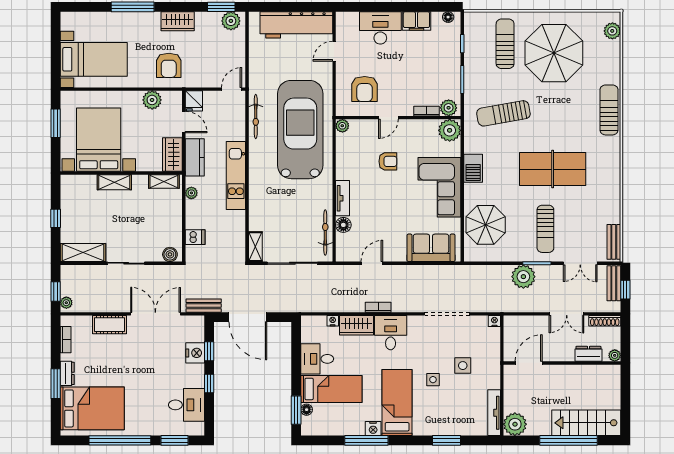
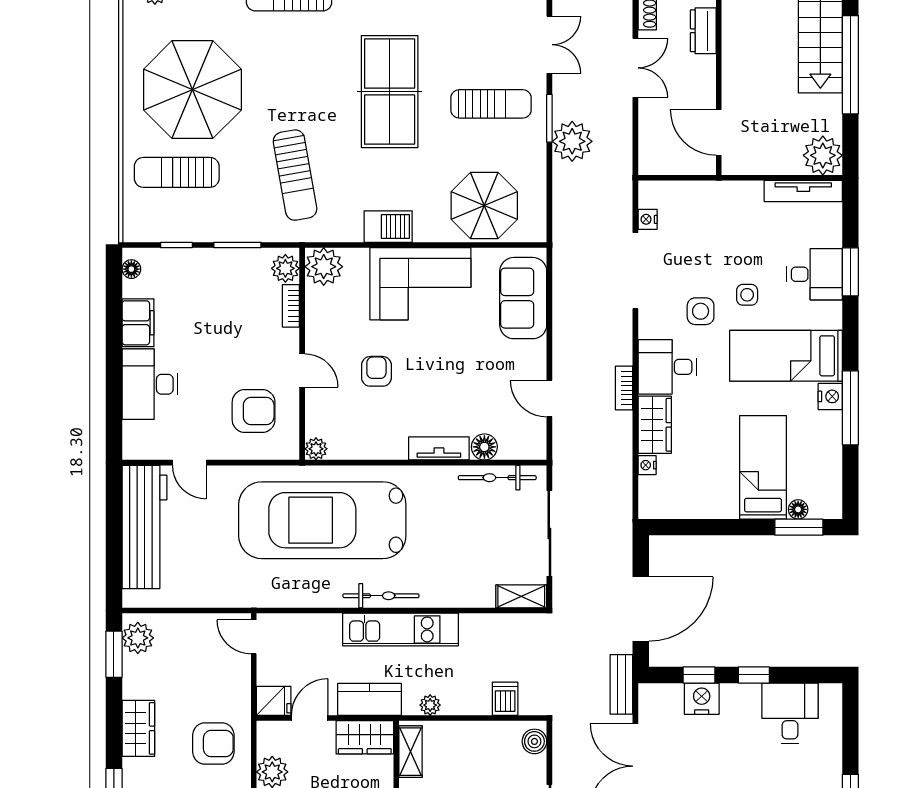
bicycle: (256, 117) -> (381, 596), moved
nightstand: (494, 321) -> (648, 219), moved
desk: (317, 359) -> (815, 274), moved, turned -90
side table: (463, 366) -> (701, 311), moved
window: (174, 440) -> (850, 734), removed

